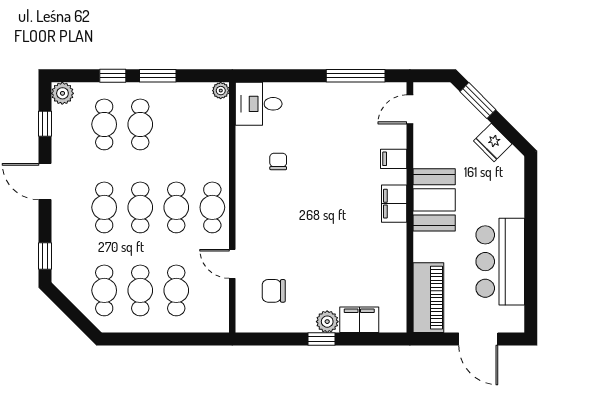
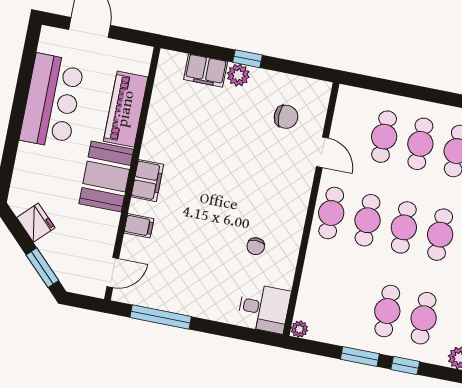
piano: (428, 298) -> (126, 109), moved

